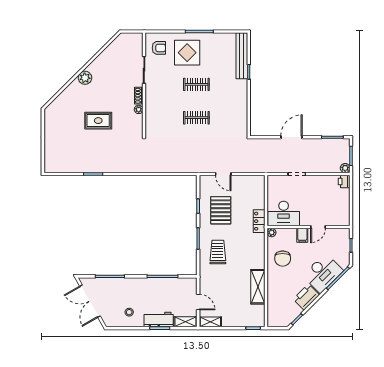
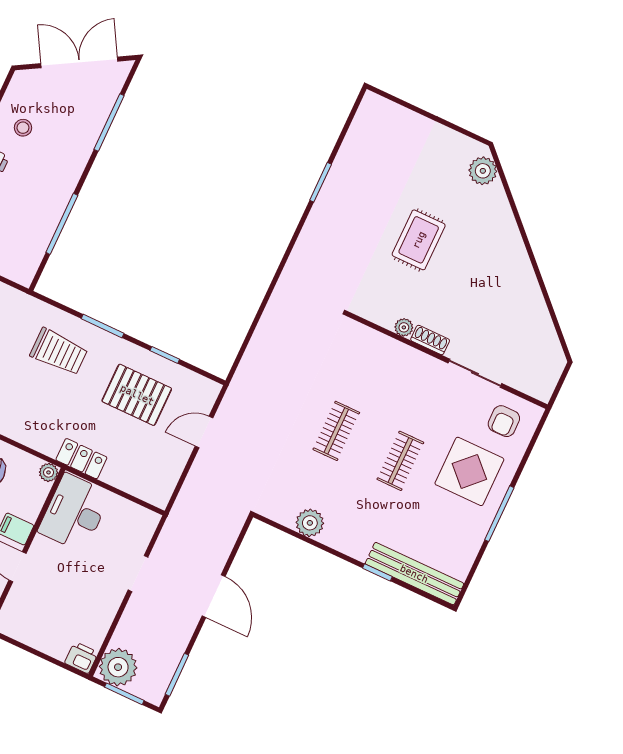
plant: (85, 78) -> (483, 171), moved
plant: (241, 111) -> (310, 523), added
plant: (345, 168) -> (118, 667), width x1.88, depth x1.88

